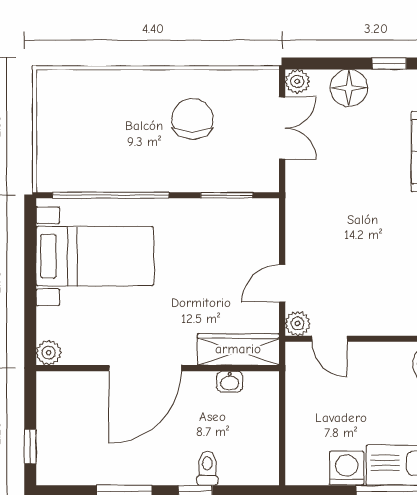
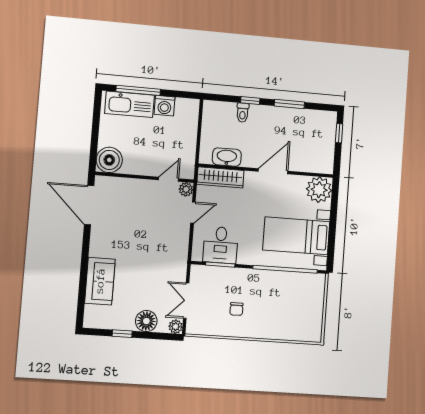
chair: (192, 119) -> (236, 309), width x0.54, depth x0.54
desk: (229, 230) -> (221, 245), added
door: (330, 339) -> (169, 179), hinge flipped
plant: (49, 353) -> (319, 190), width x1.87, depth x1.87
door: (145, 368) -> (273, 171), width x0.73
washbasin: (230, 382) -> (227, 157), width x1.91, depth x1.45

